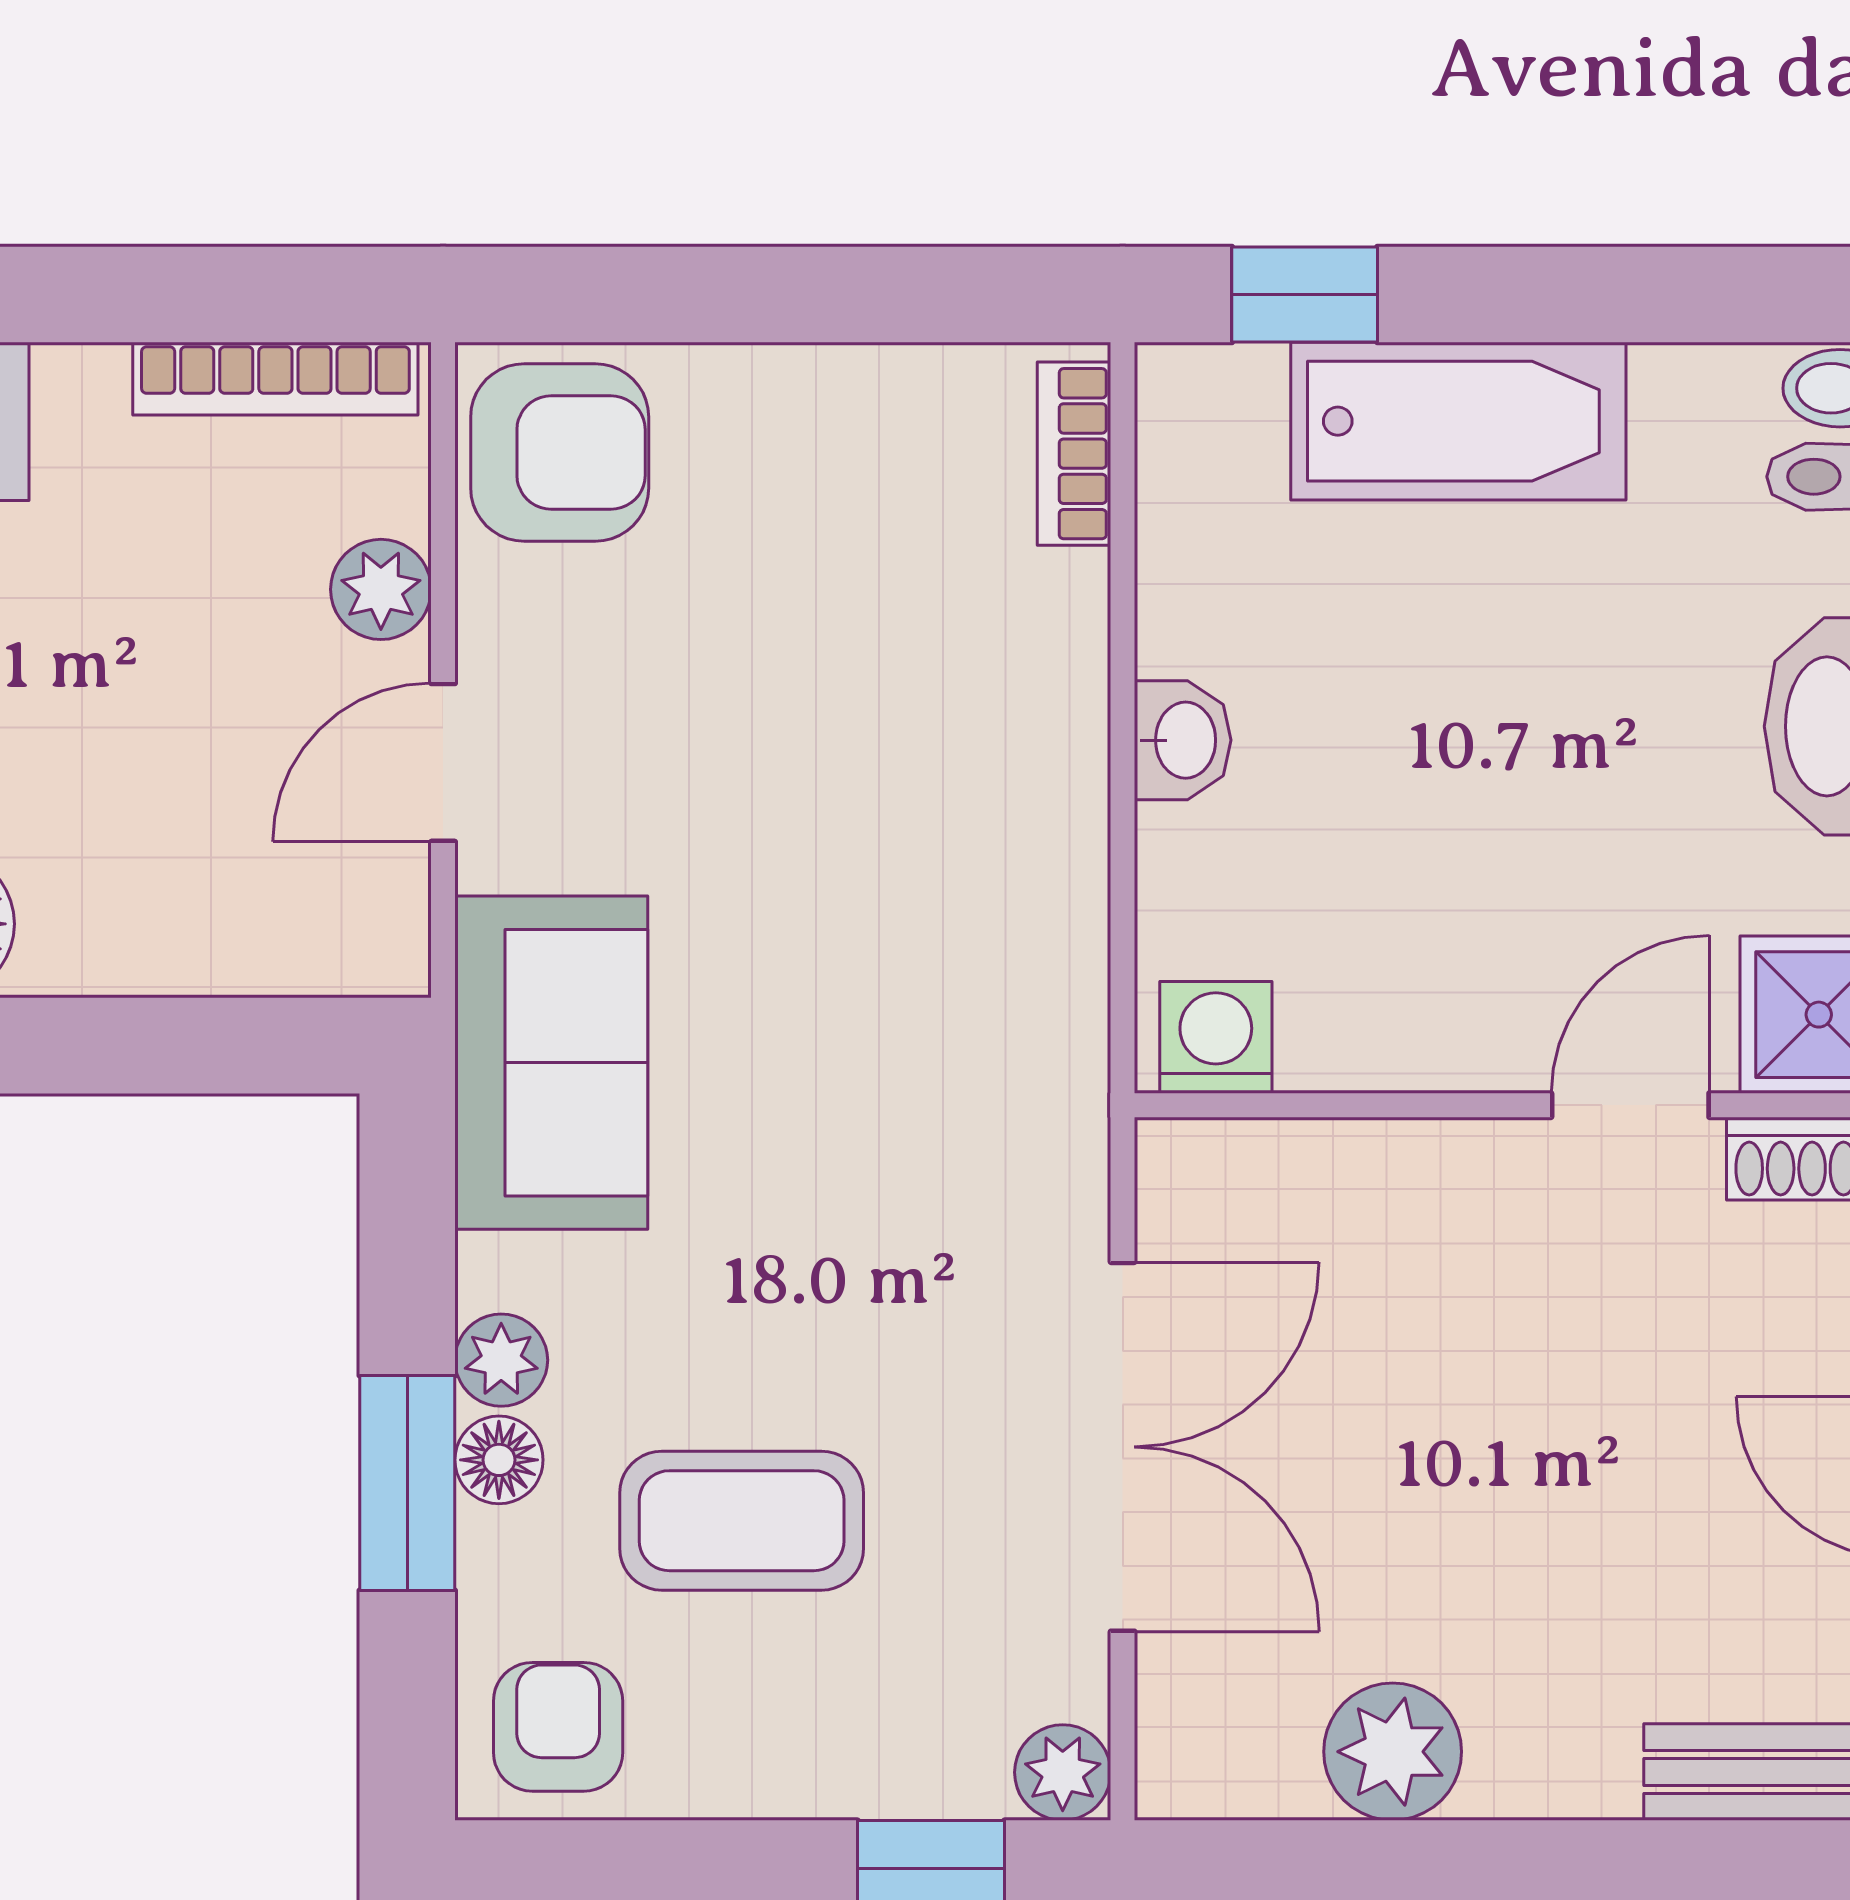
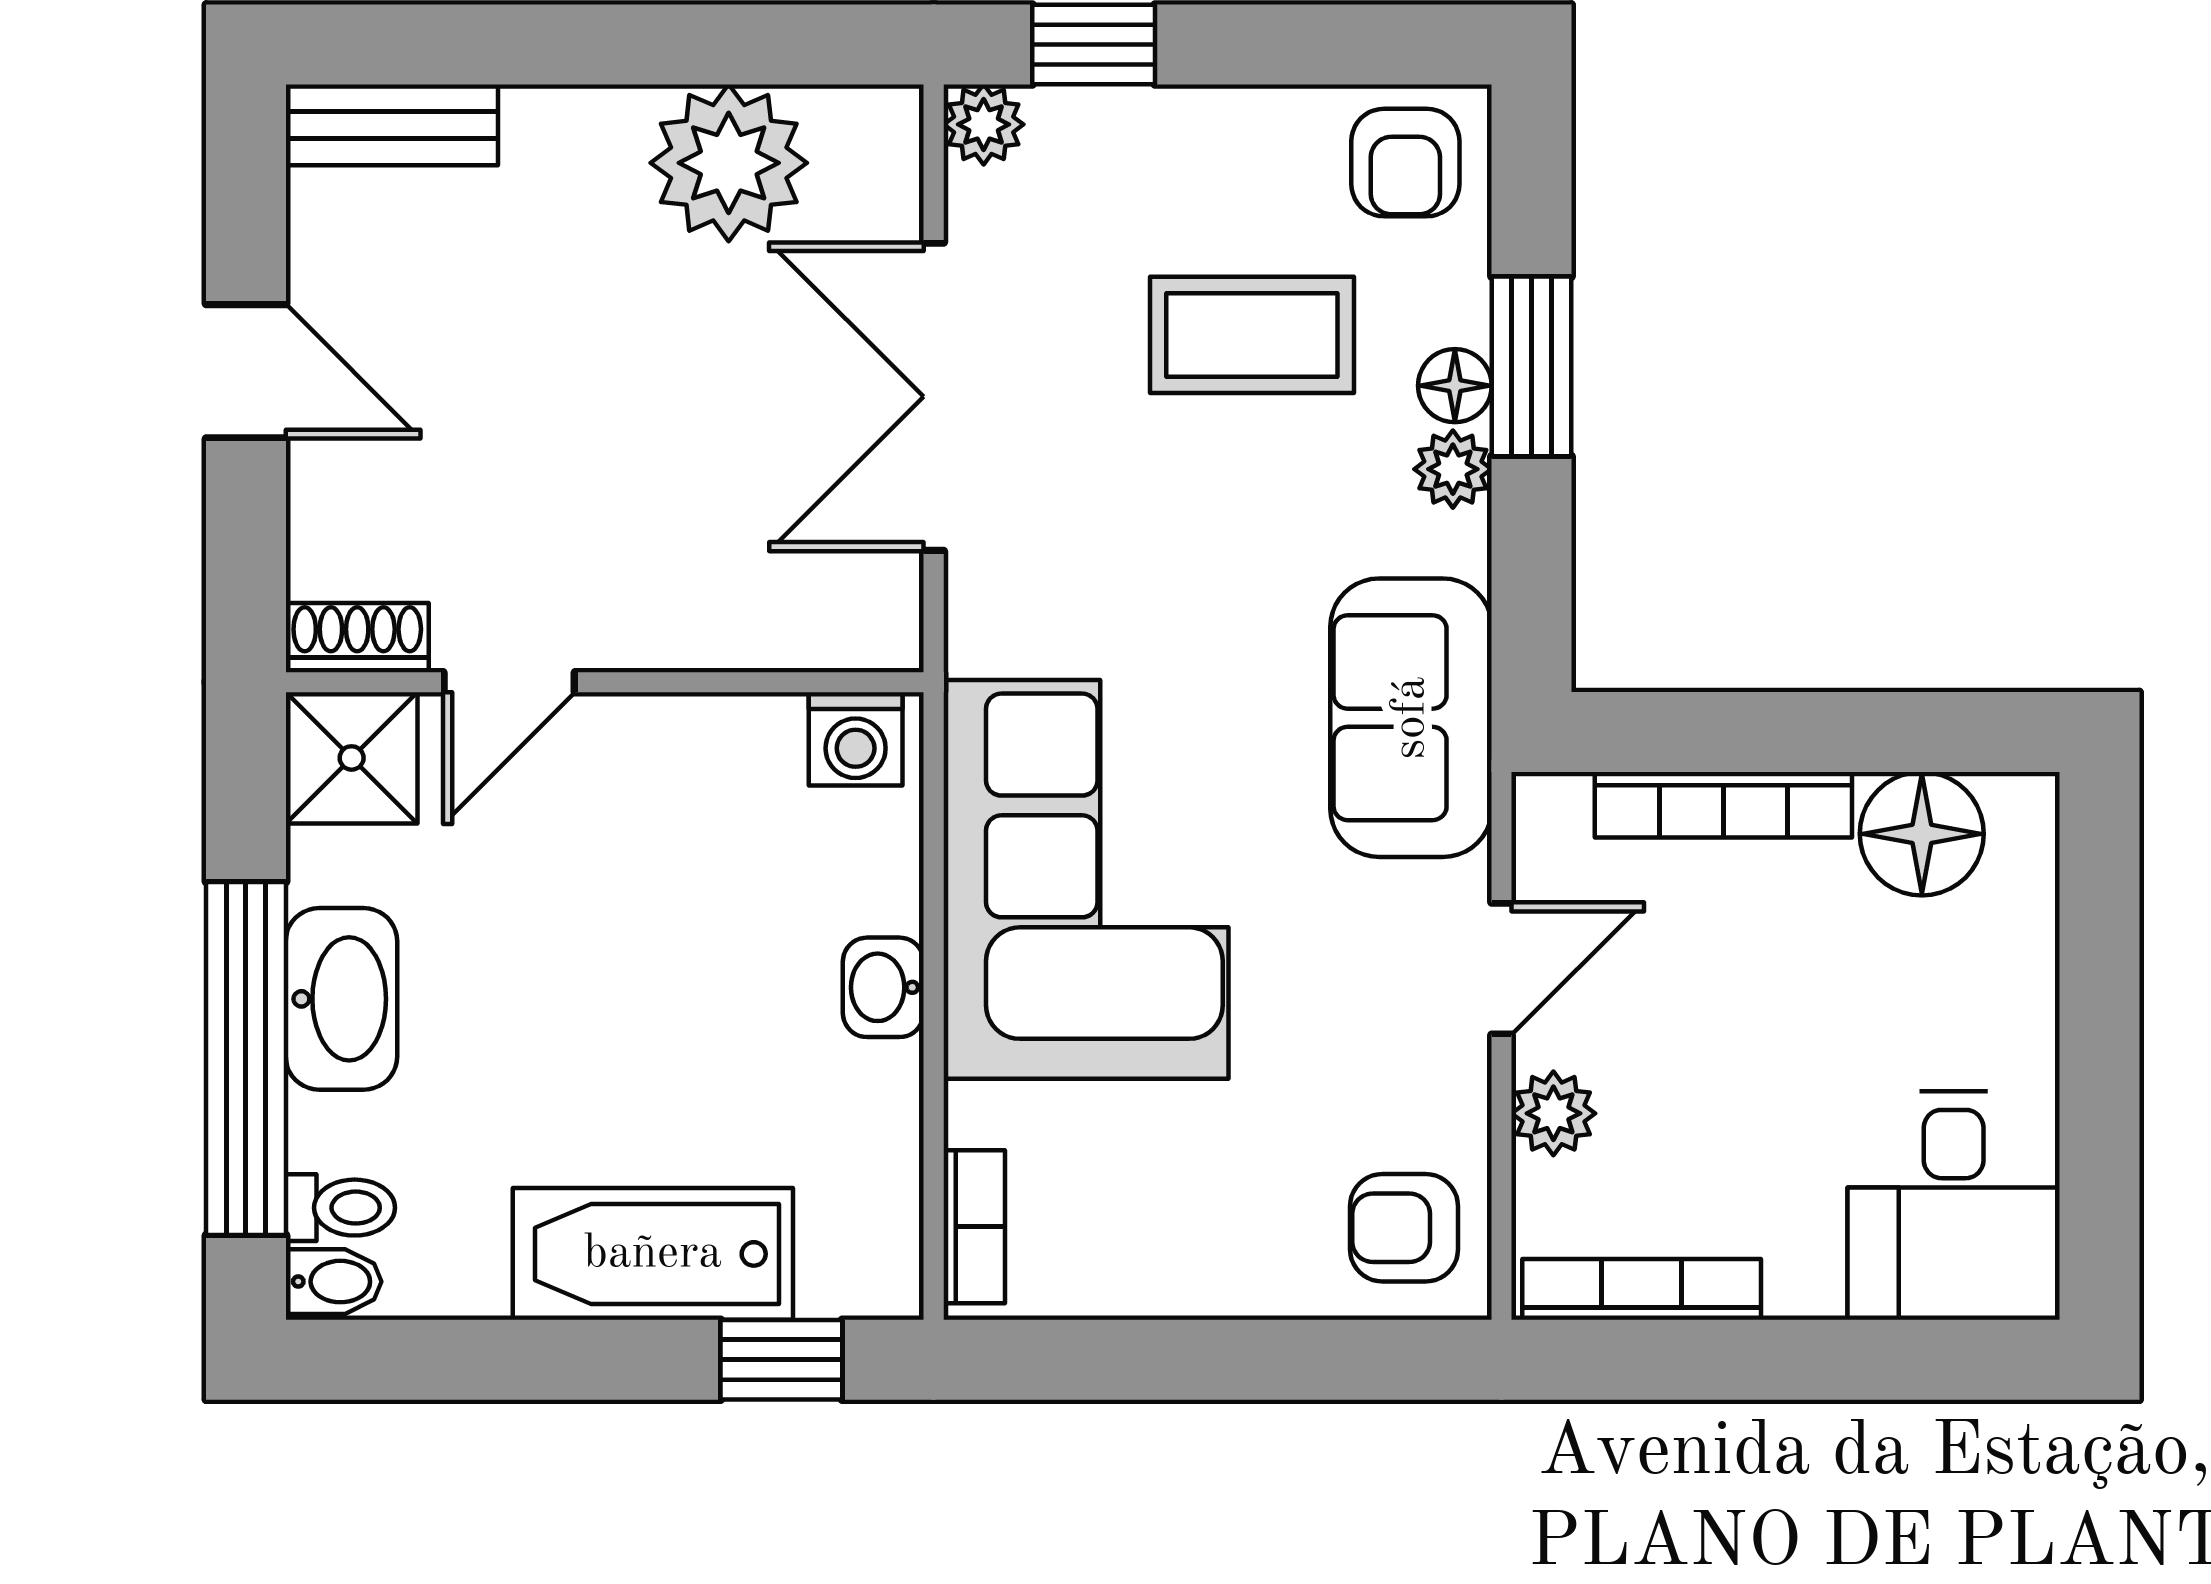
armchair: (560, 453) -> (1404, 1228), width x0.72, depth x0.72
corner sofa: (940, 869) -> (1086, 879), added
bookcase: (178, 958) -> (1723, 805), added
plant: (1393, 1752) -> (729, 163), width x1.36, depth x1.36

